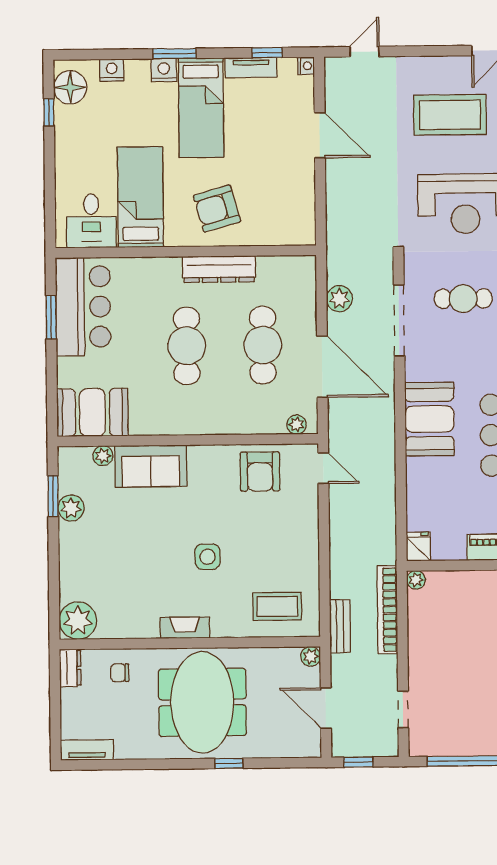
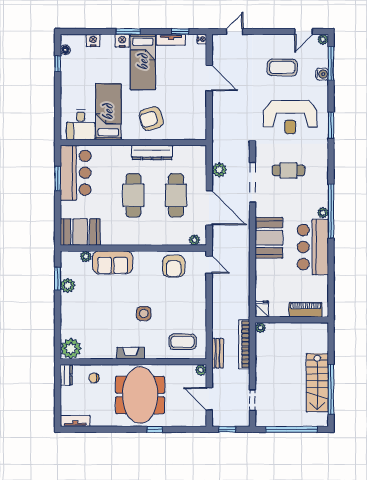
floor lamp: (70, 87) -> (65, 50), width x0.53, depth x0.53
coffee table: (450, 115) -> (282, 67), width x0.73, depth x0.76

